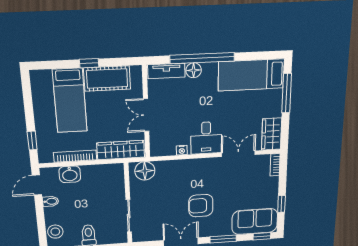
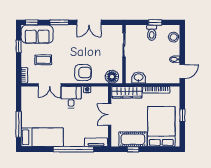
window: (89, 63) -> (133, 149), moved
floor lamp: (194, 70) -> (79, 142), removed
bed: (70, 101) -> (161, 126), width x1.50
double door: (146, 115) -> (110, 115), swing flipped
wardrobe: (272, 134) -> (27, 97), removed
window: (32, 141) -> (182, 115), moved
washbasin: (70, 174) -> (139, 78), moved
coffee table: (247, 188) -> (43, 60), added
armchair: (201, 206) -> (83, 73), moved

